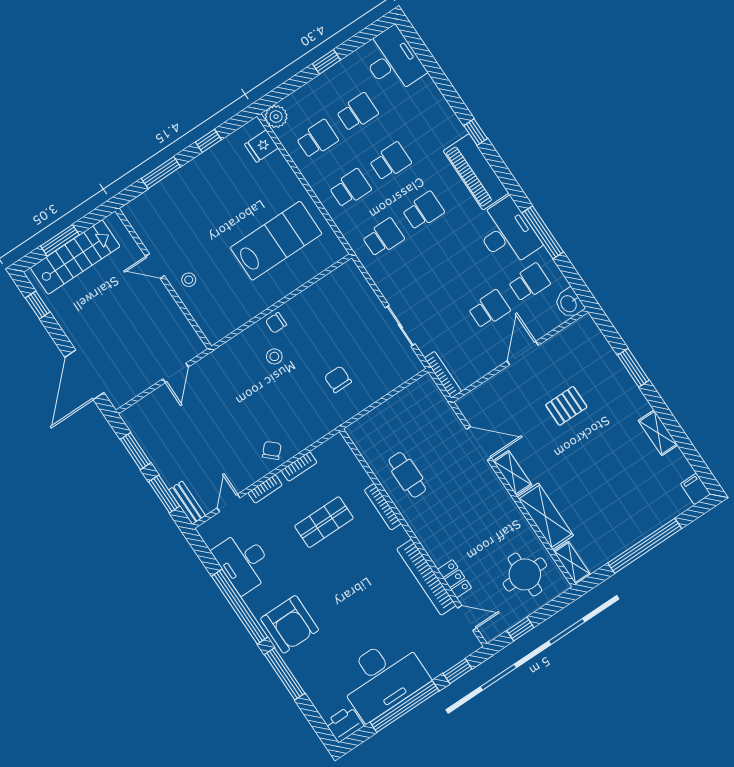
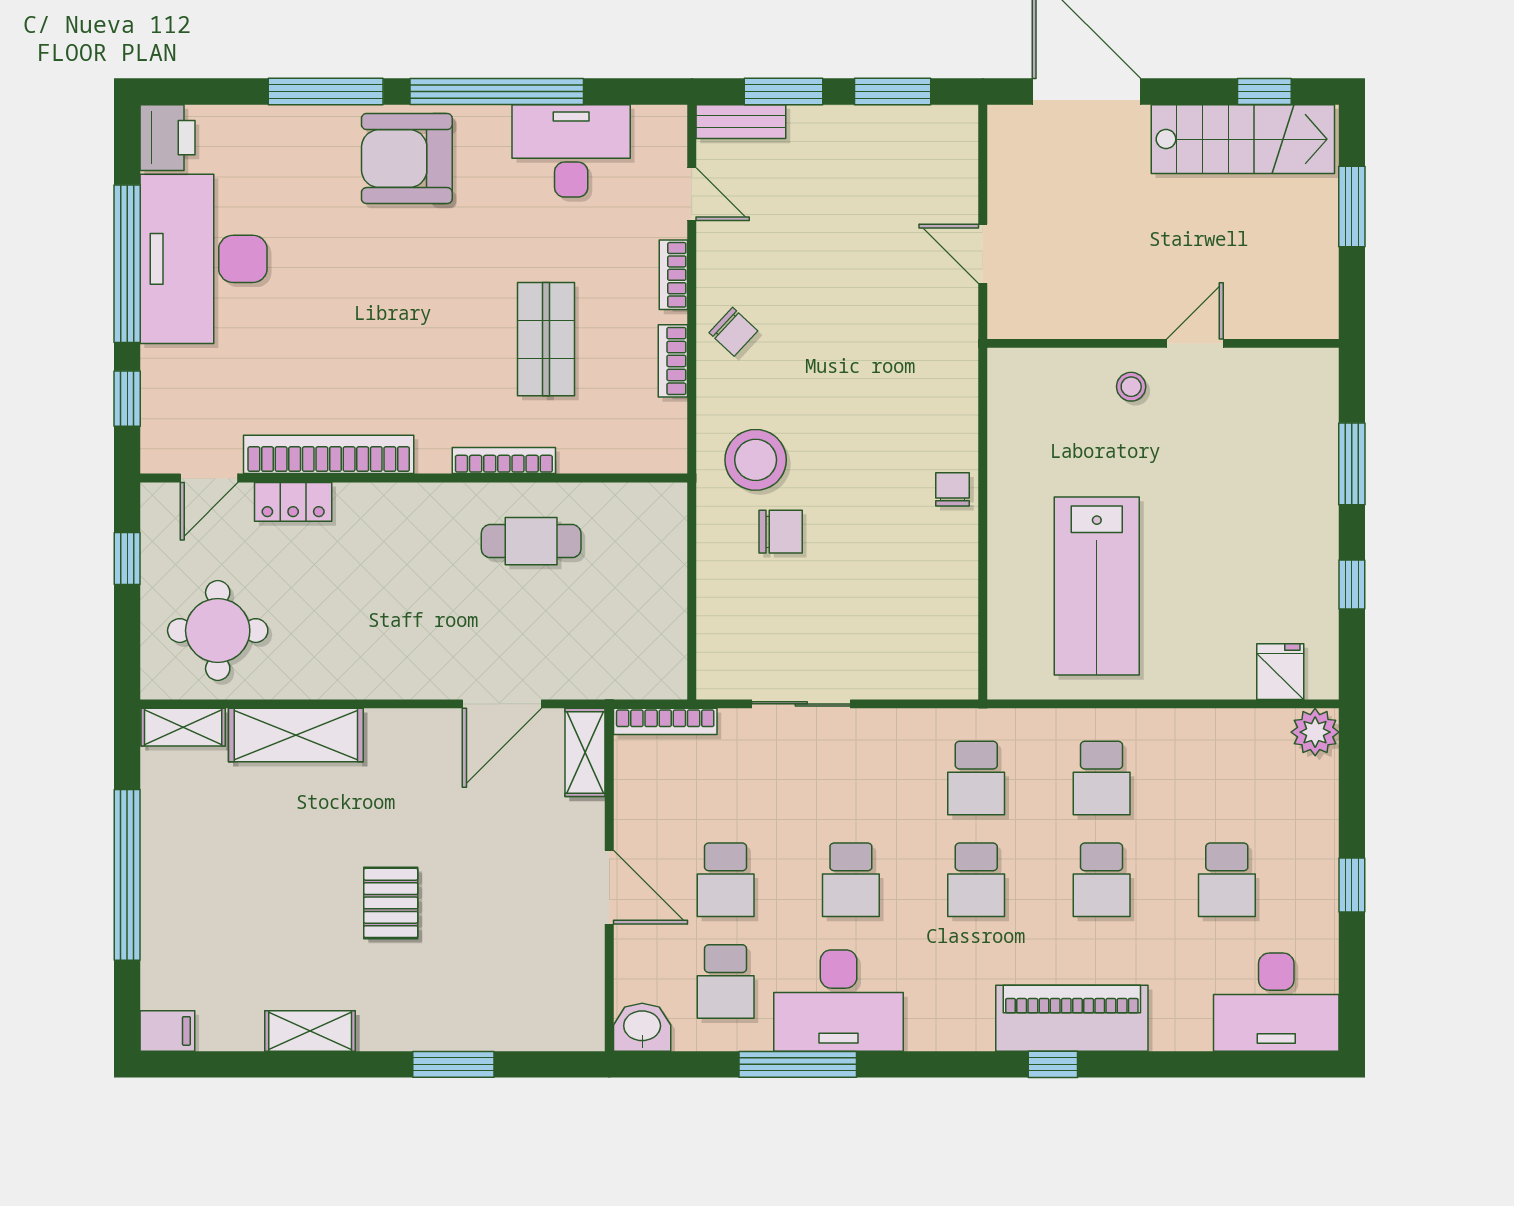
school desk: (317, 139) -> (851, 880), moved
piano: (476, 172) -> (1072, 1018), moved
stairs: (75, 257) -> (1243, 139), moved, turned -90
stool: (274, 356) -> (756, 460), moved, width x1.89, depth x1.89
pallet: (566, 406) -> (391, 903), moved
shelving: (512, 473) -> (585, 752), moved, turned 90

